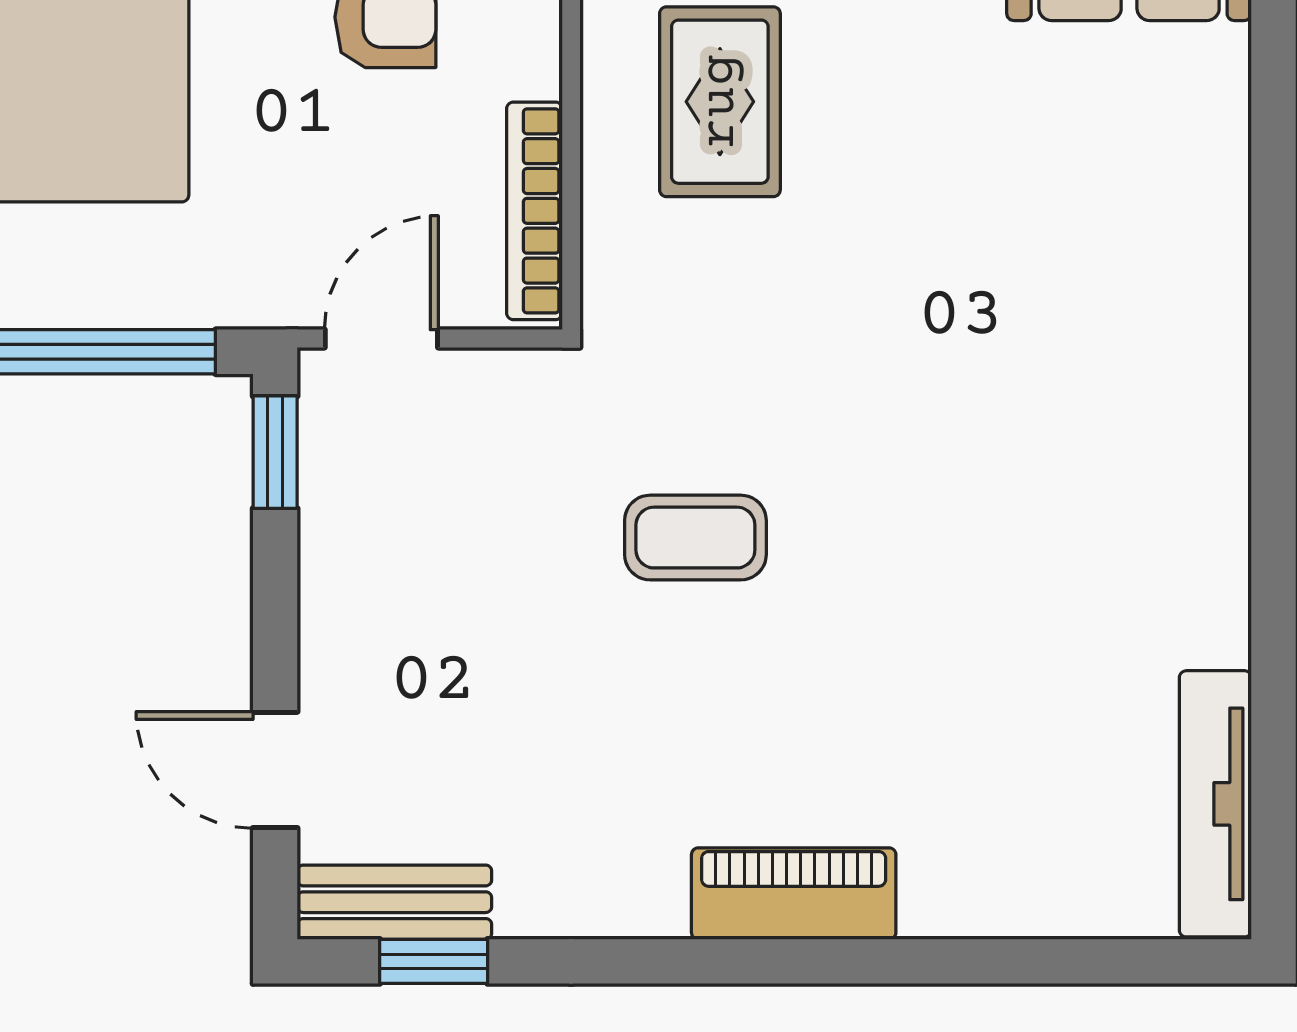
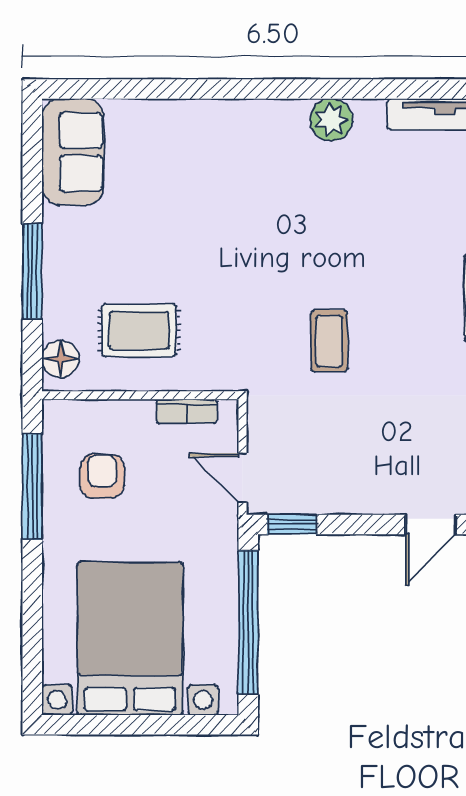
bookcase: (534, 211) -> (187, 411), width x0.64
plant: (1203, 542) -> (331, 120), added

